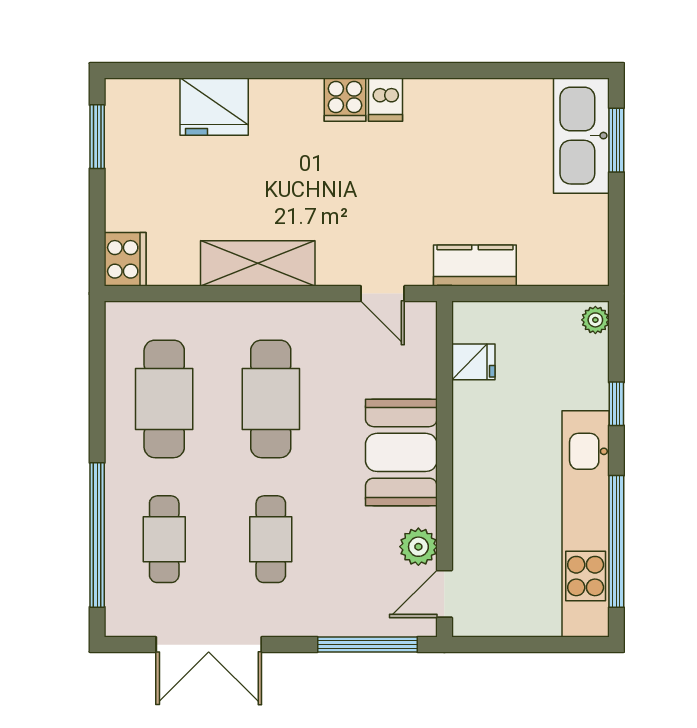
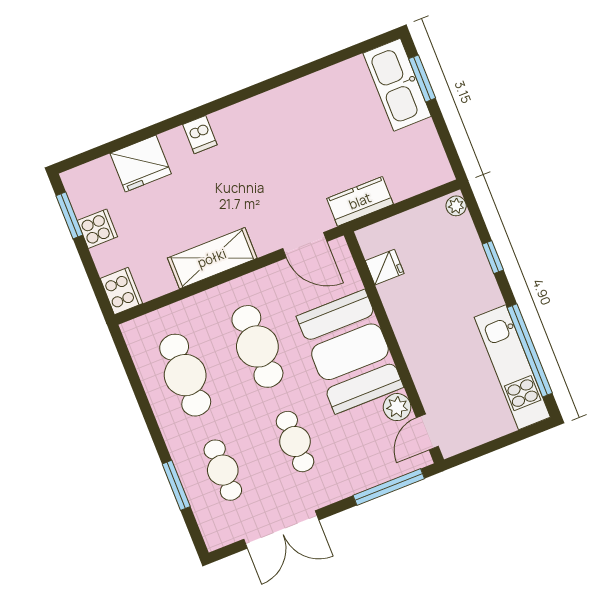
cooker: (345, 100) -> (97, 229), moved, turned -90
dishwasher: (385, 100) -> (200, 135), moved
door: (383, 294) -> (305, 245), width x1.38
booth: (401, 452) -> (350, 352), width x1.36, depth x1.42
kitchen unit: (586, 524) -> (512, 367), width x0.73
window: (97, 535) -> (176, 485), width x0.47

